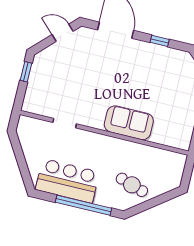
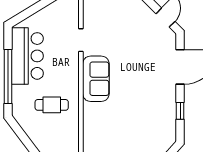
sofa: (129, 123) -> (96, 79), moved
cafe table: (132, 185) -> (52, 105), moved, turned 72

